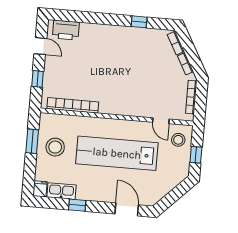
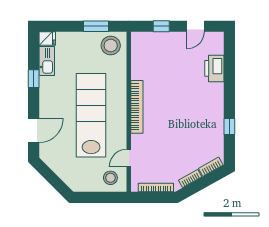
printer: (66, 30) -> (214, 68), moved
bookcase: (73, 105) -> (137, 107), moved
stool: (55, 147) -> (111, 46), moved
window: (196, 155) -> (96, 197), removed

